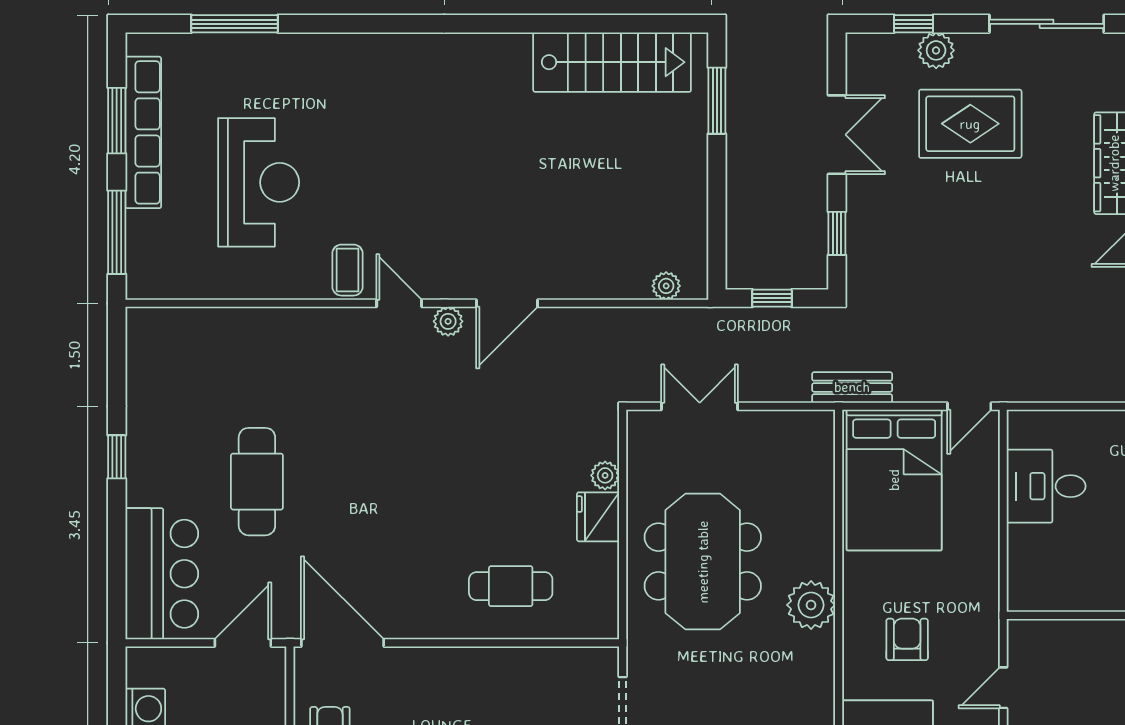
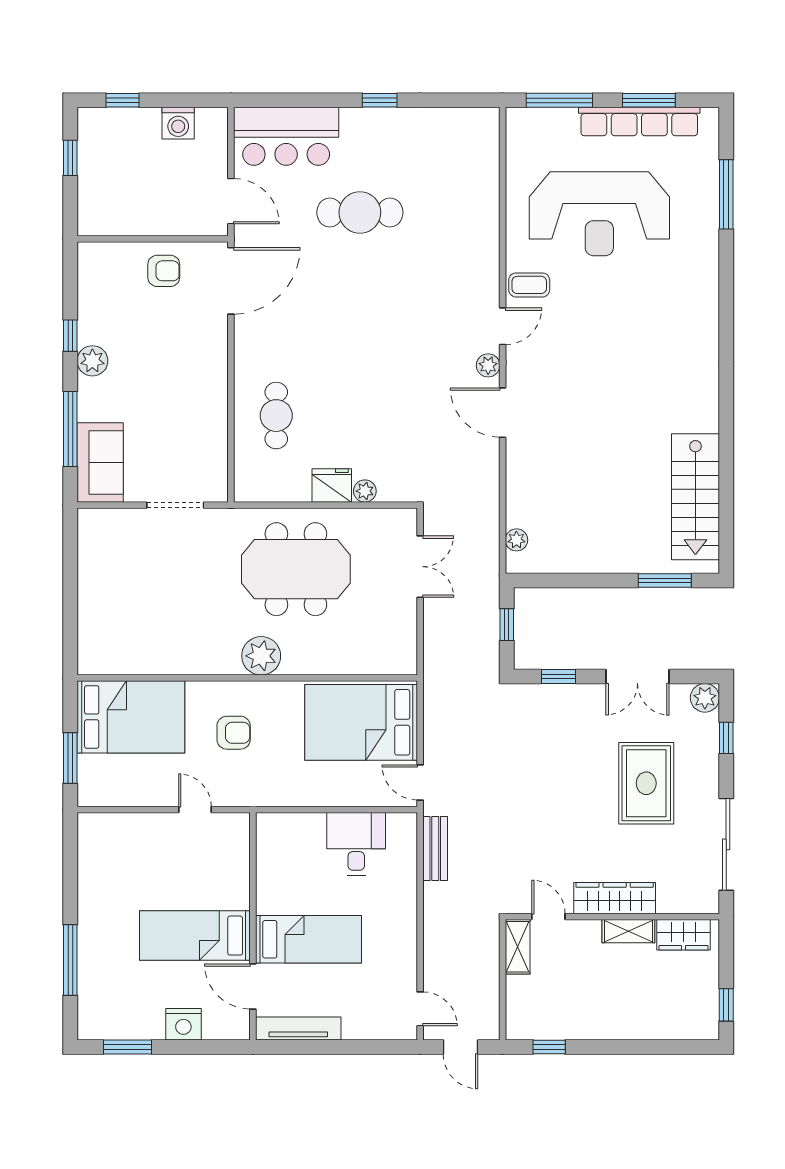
plant: (936, 50) -> (705, 698), moved
reception desk: (259, 182) -> (599, 214), width x1.36, depth x1.30
bench: (852, 387) -> (435, 849), moved

